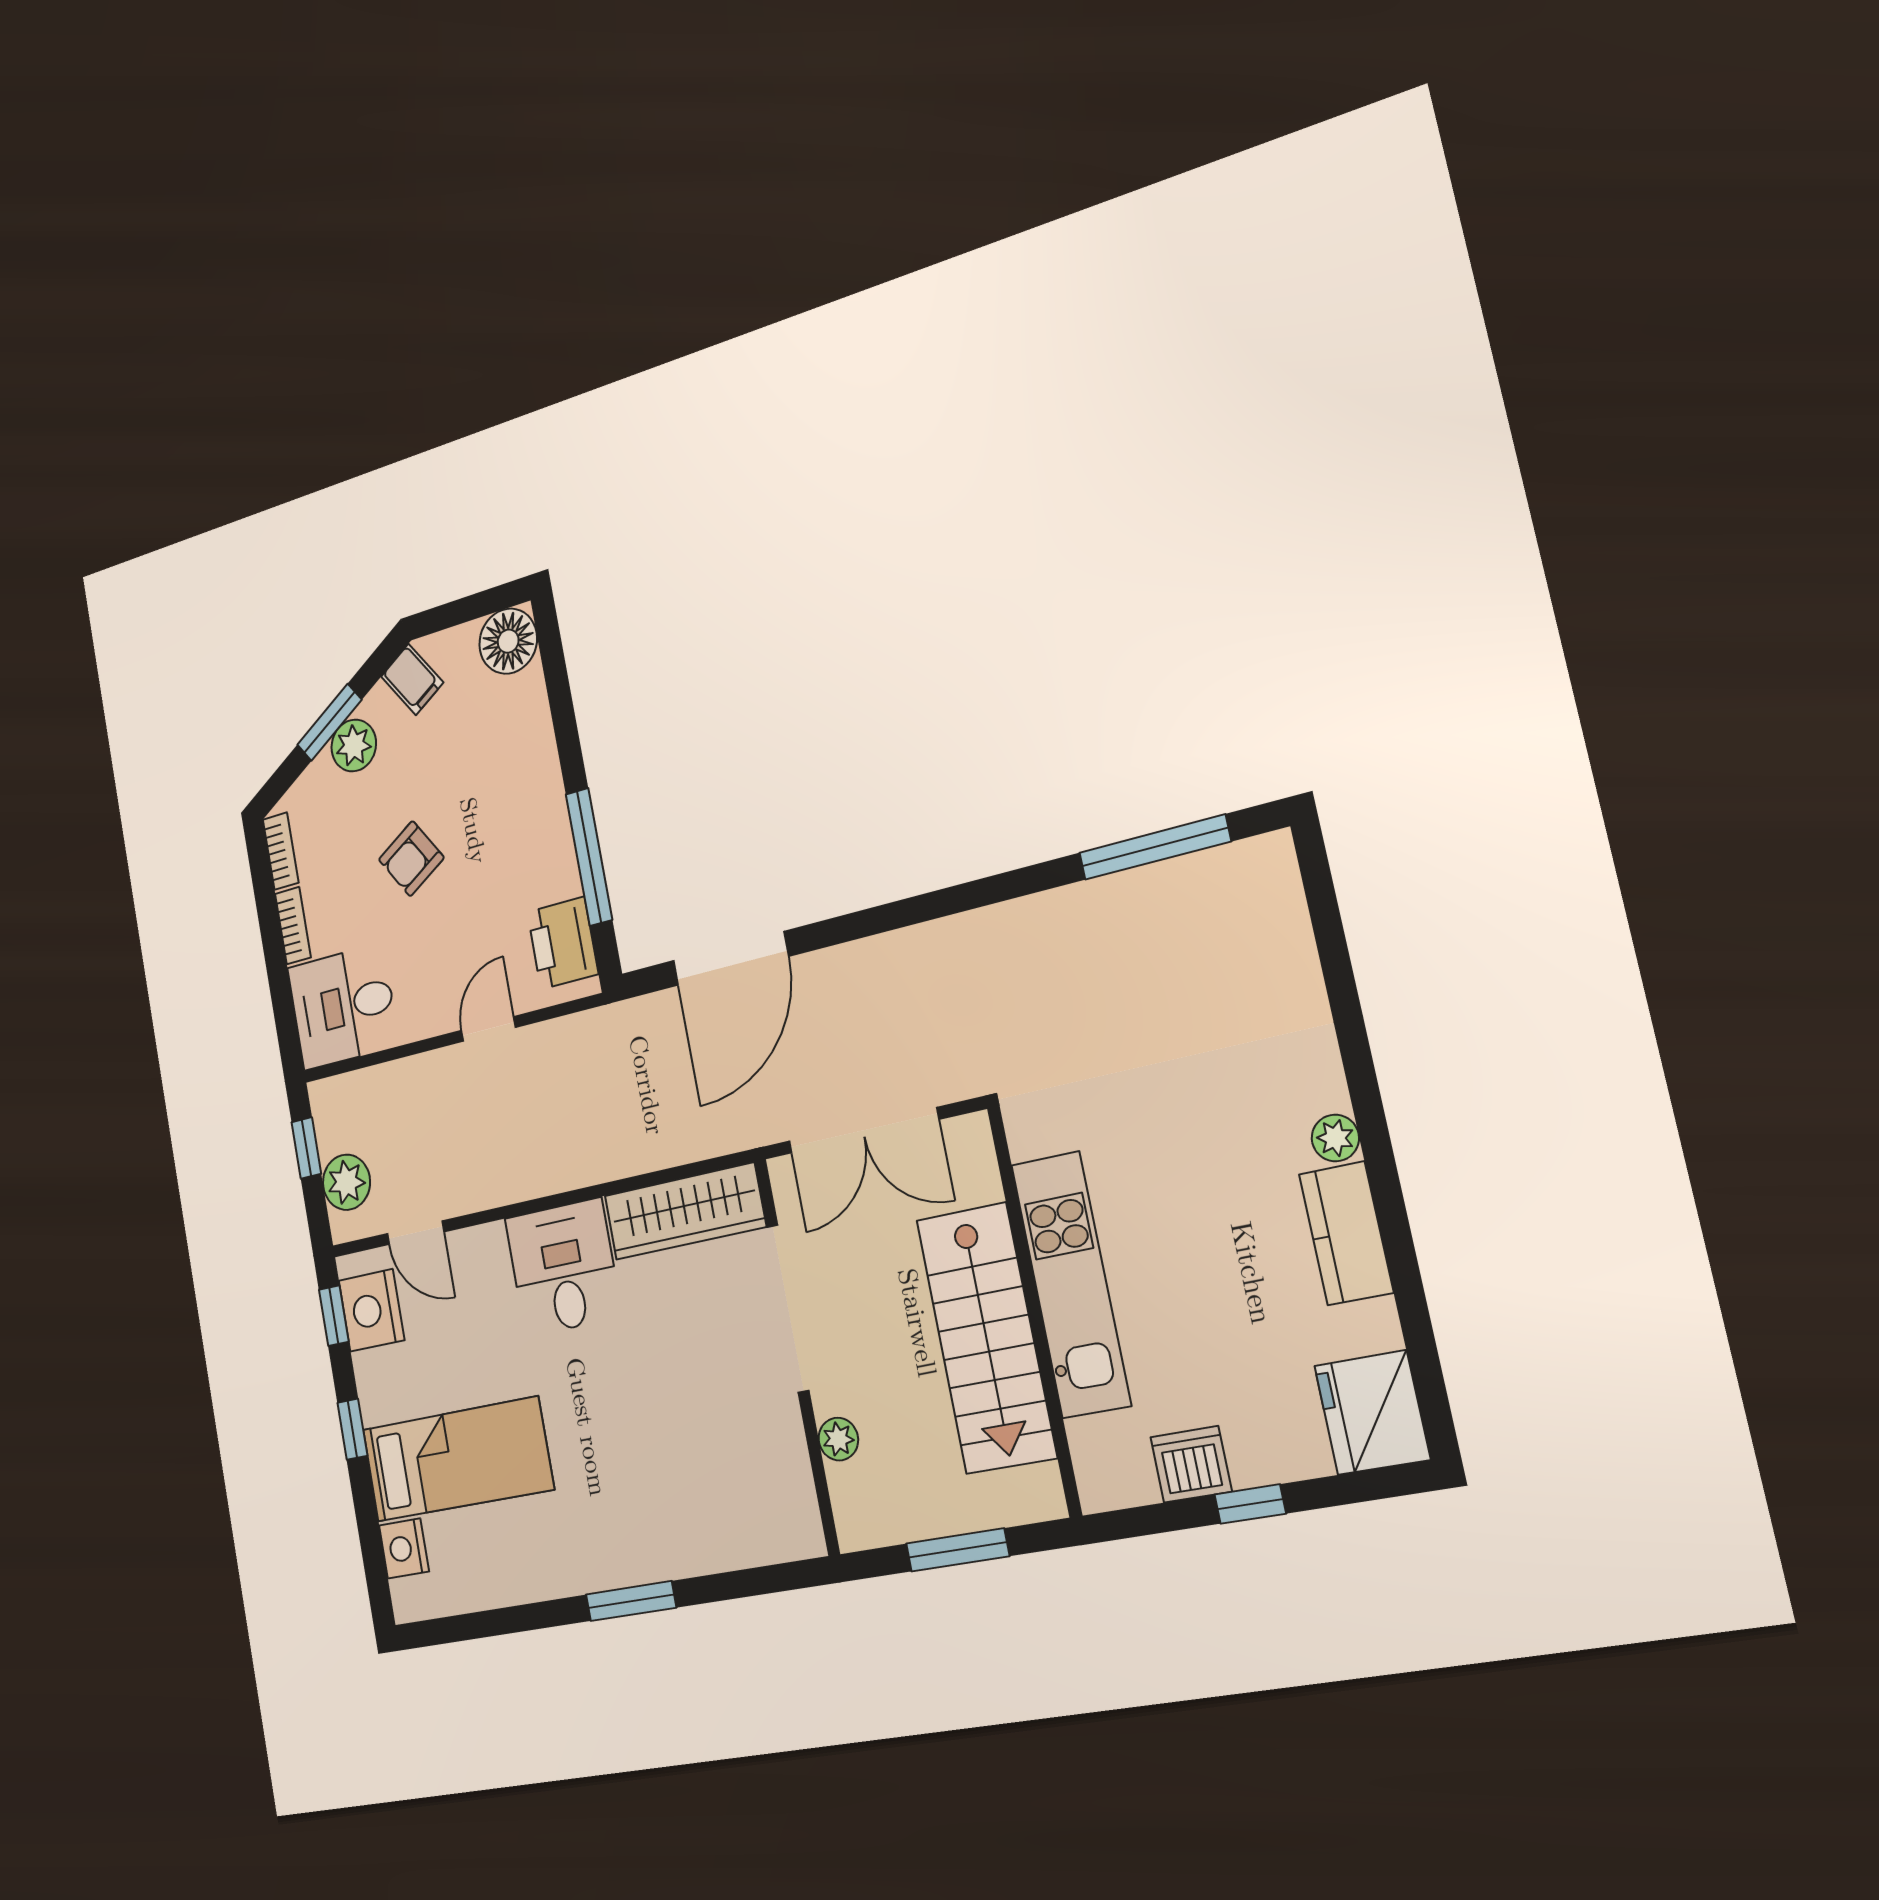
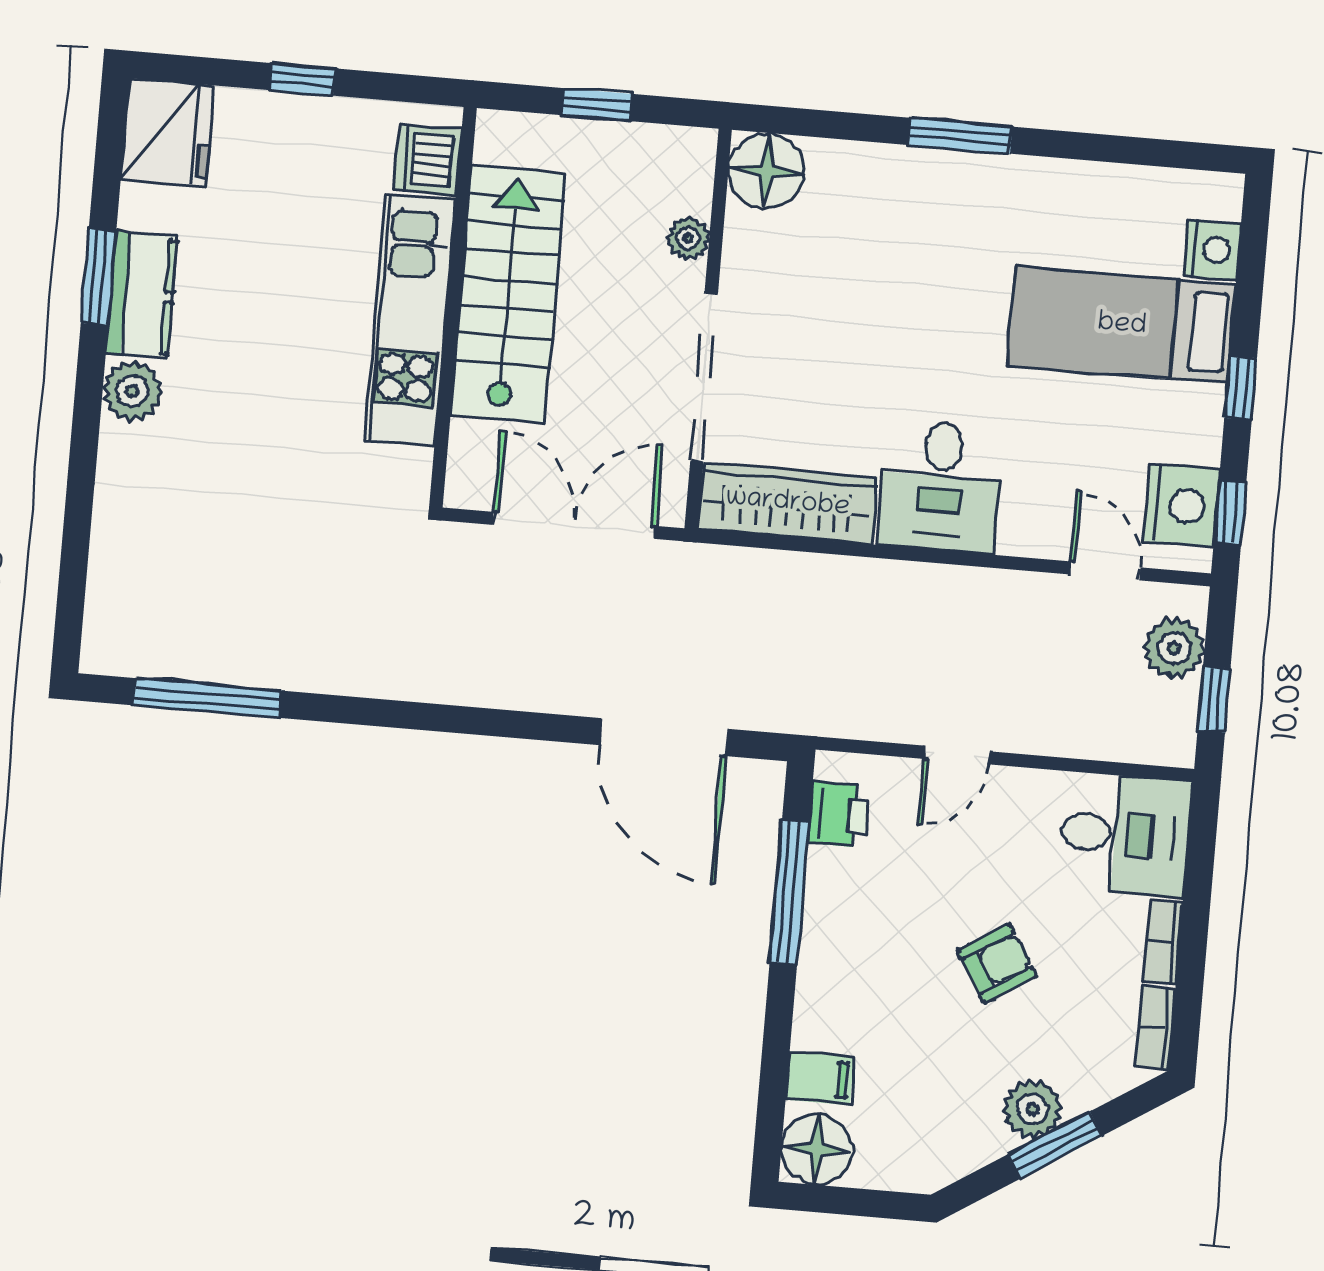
filing cabinet: (412, 679) -> (820, 1078), moved, turned 122
printer: (563, 943) -> (838, 814), width x0.73, depth x0.81
door: (730, 959) -> (664, 737), swing flipped
plant: (1335, 1138) -> (132, 391), width x1.38, depth x1.38
window: (1397, 1239) -> (98, 277), added
dishwasher: (1191, 1464) -> (428, 160), moved, turned 90
floor lamp: (787, 1524) -> (766, 171), added
window: (958, 1550) -> (597, 105), width x0.67

